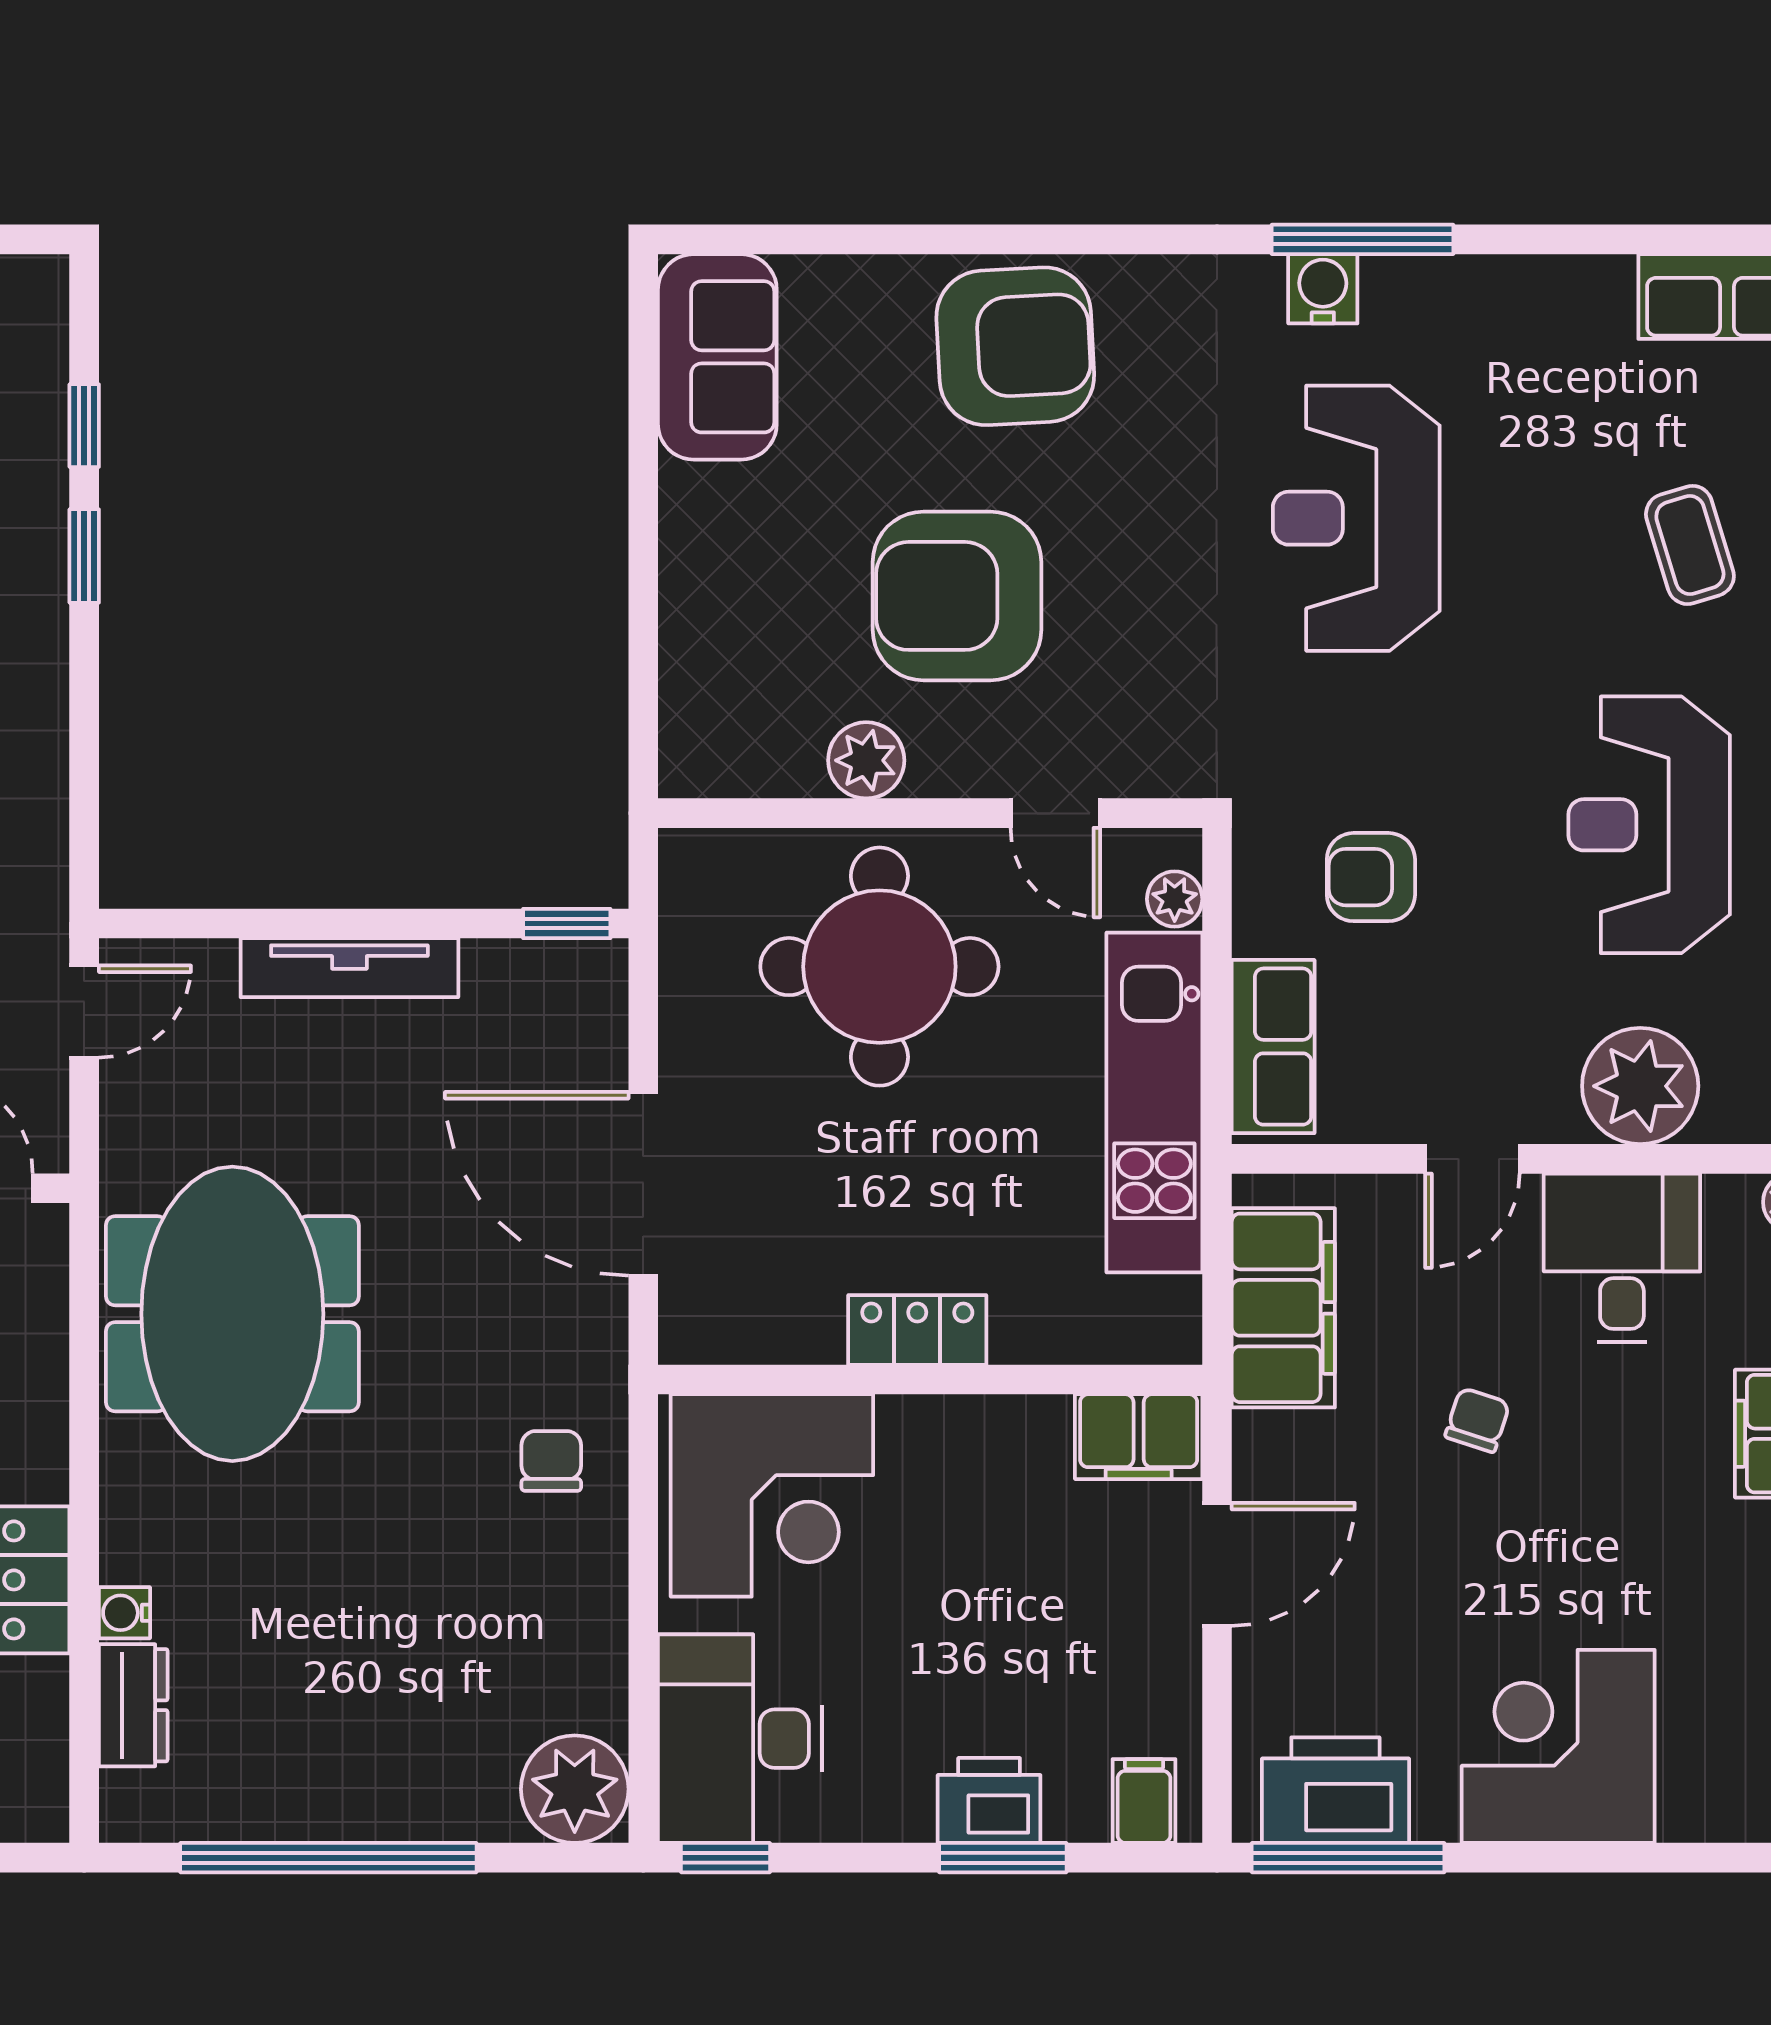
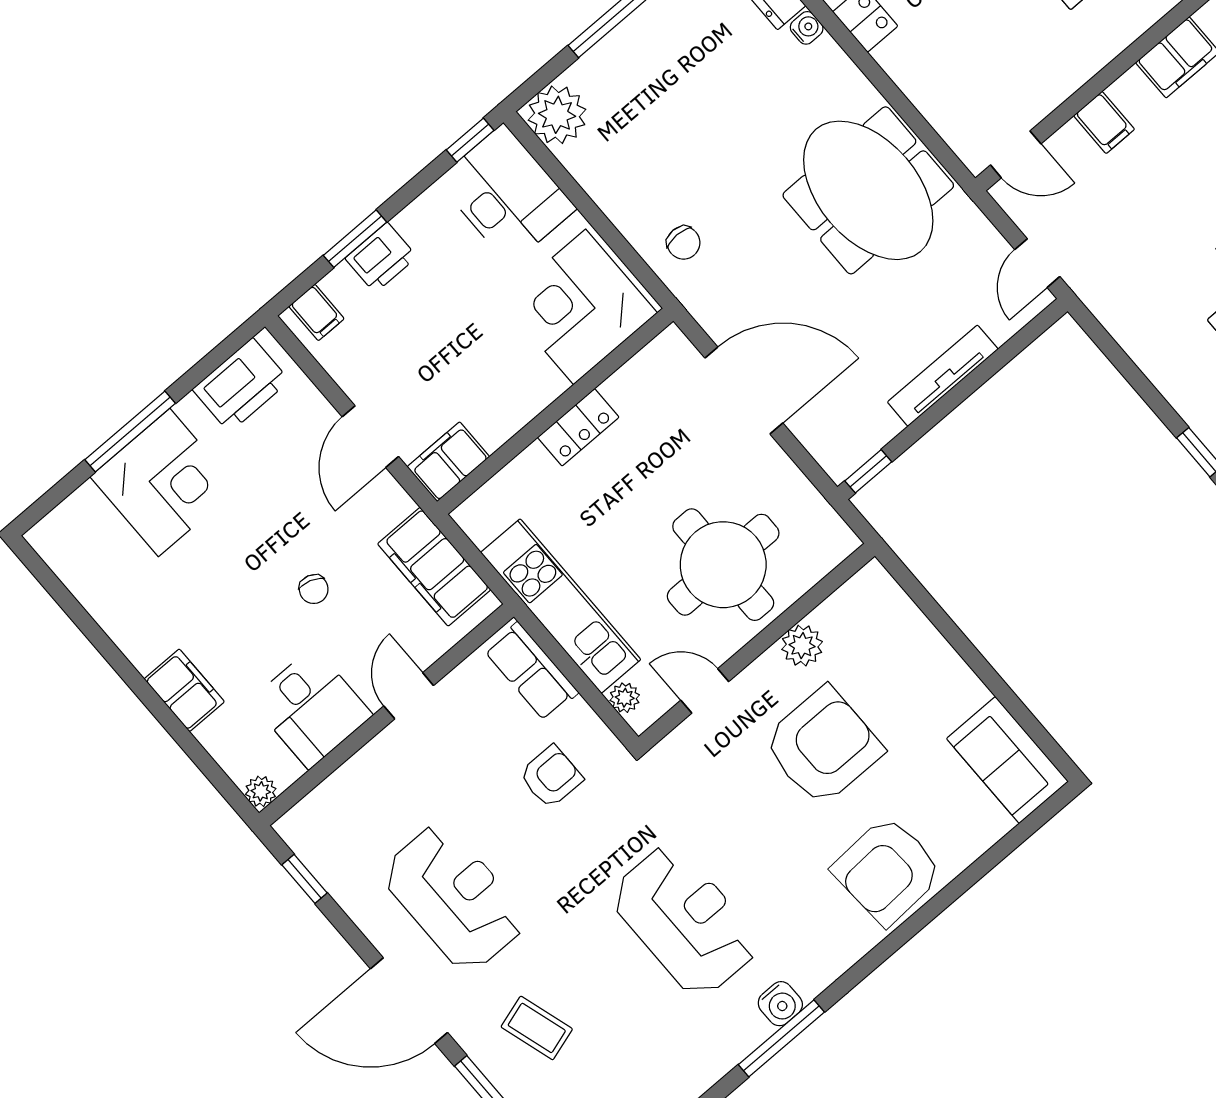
plant: (1640, 1086) -> (365, 786), removed
window: (1348, 1858) -> (130, 431), moved

